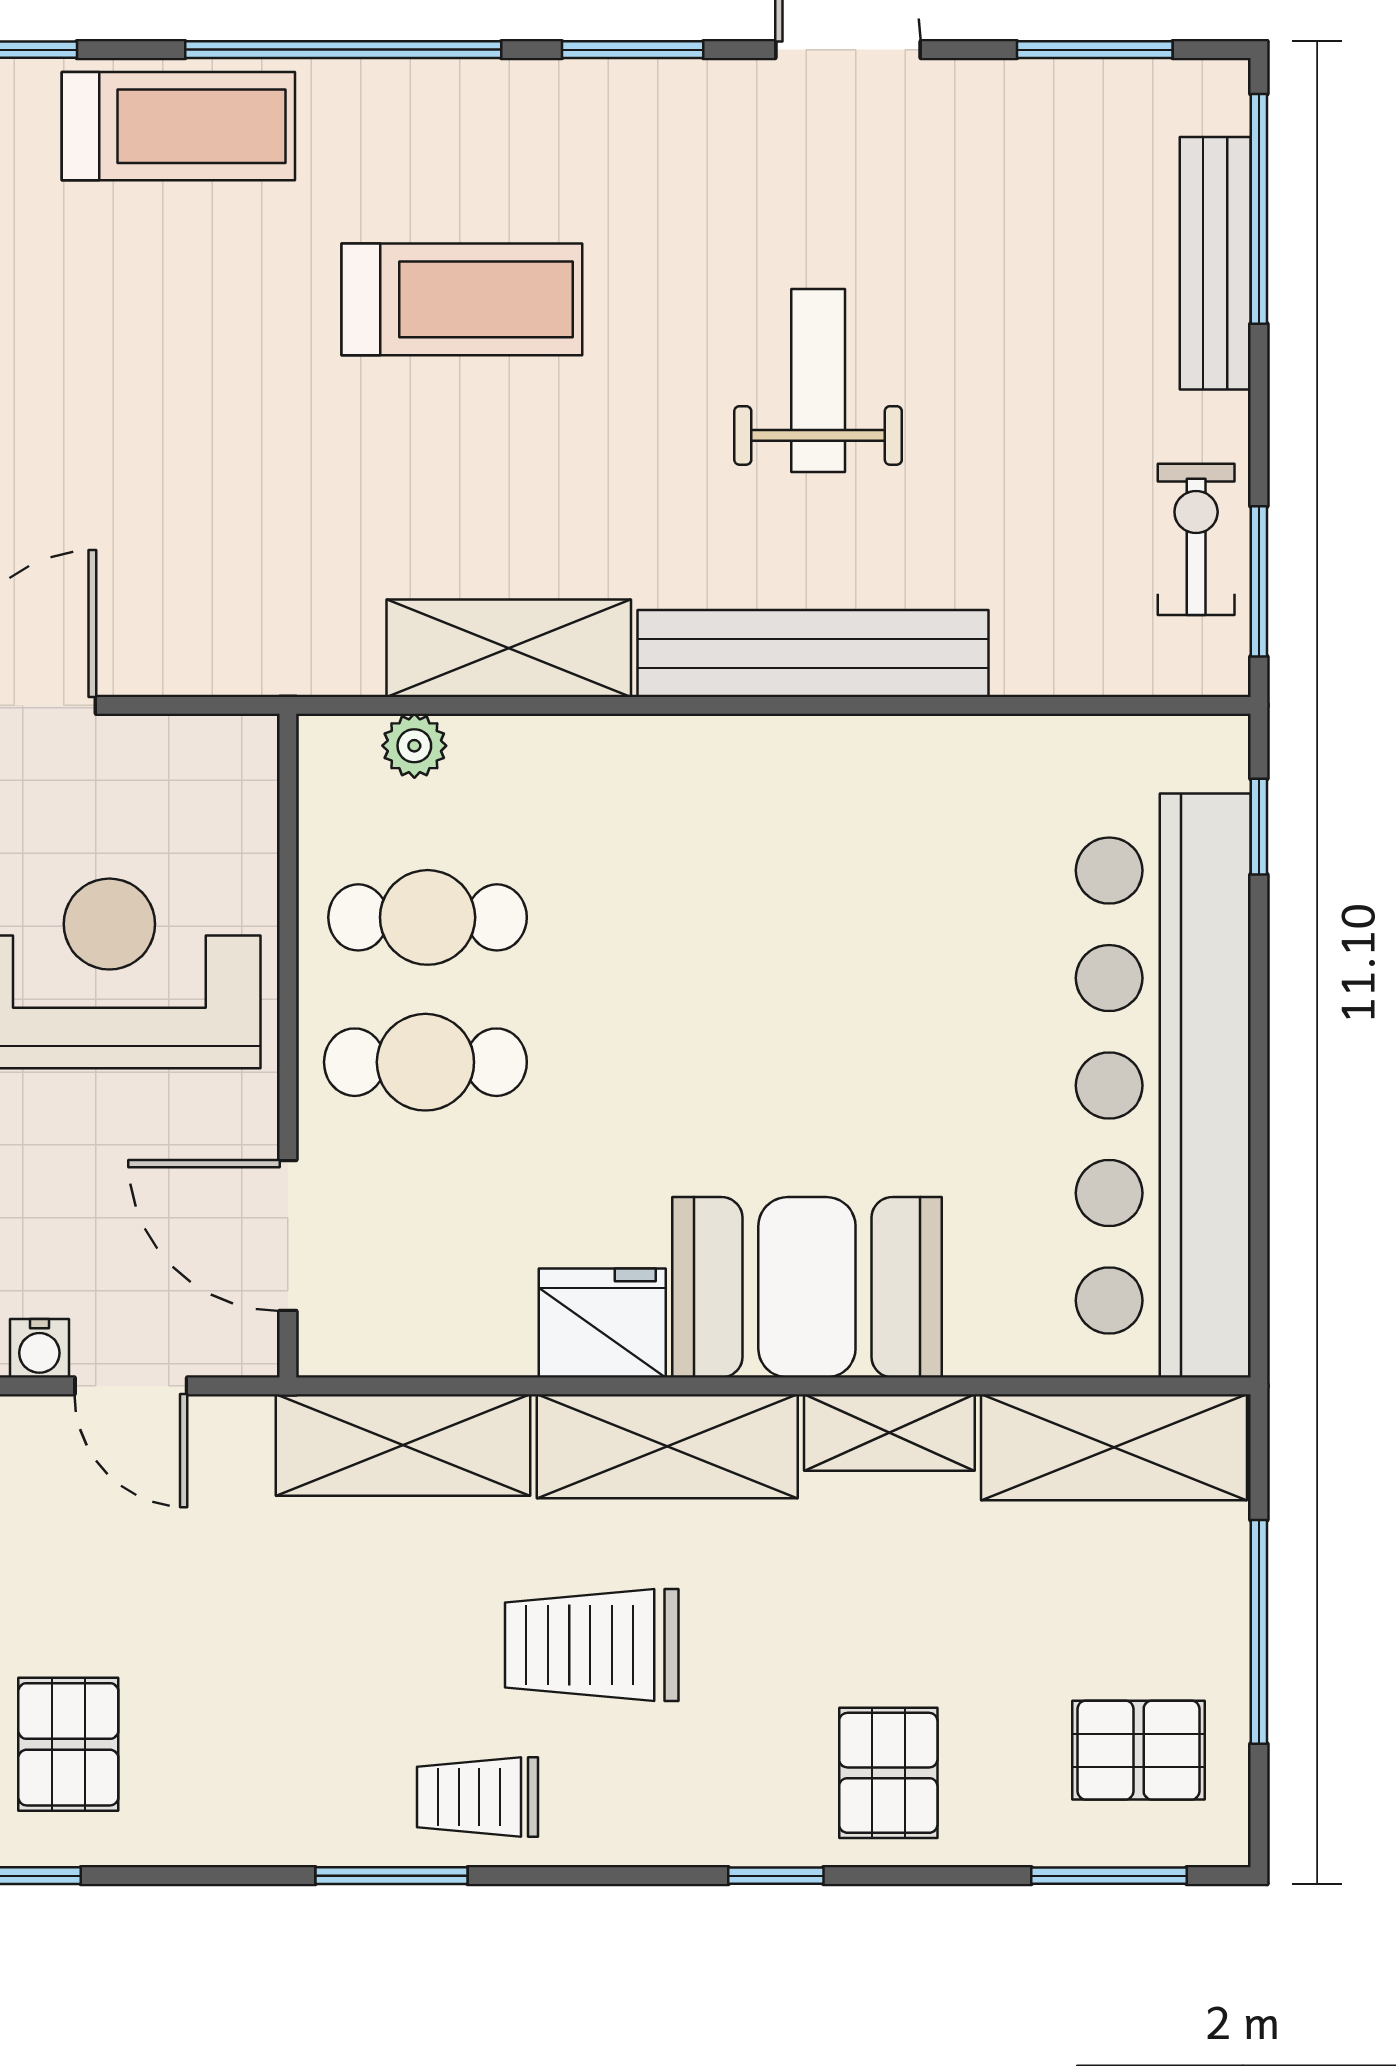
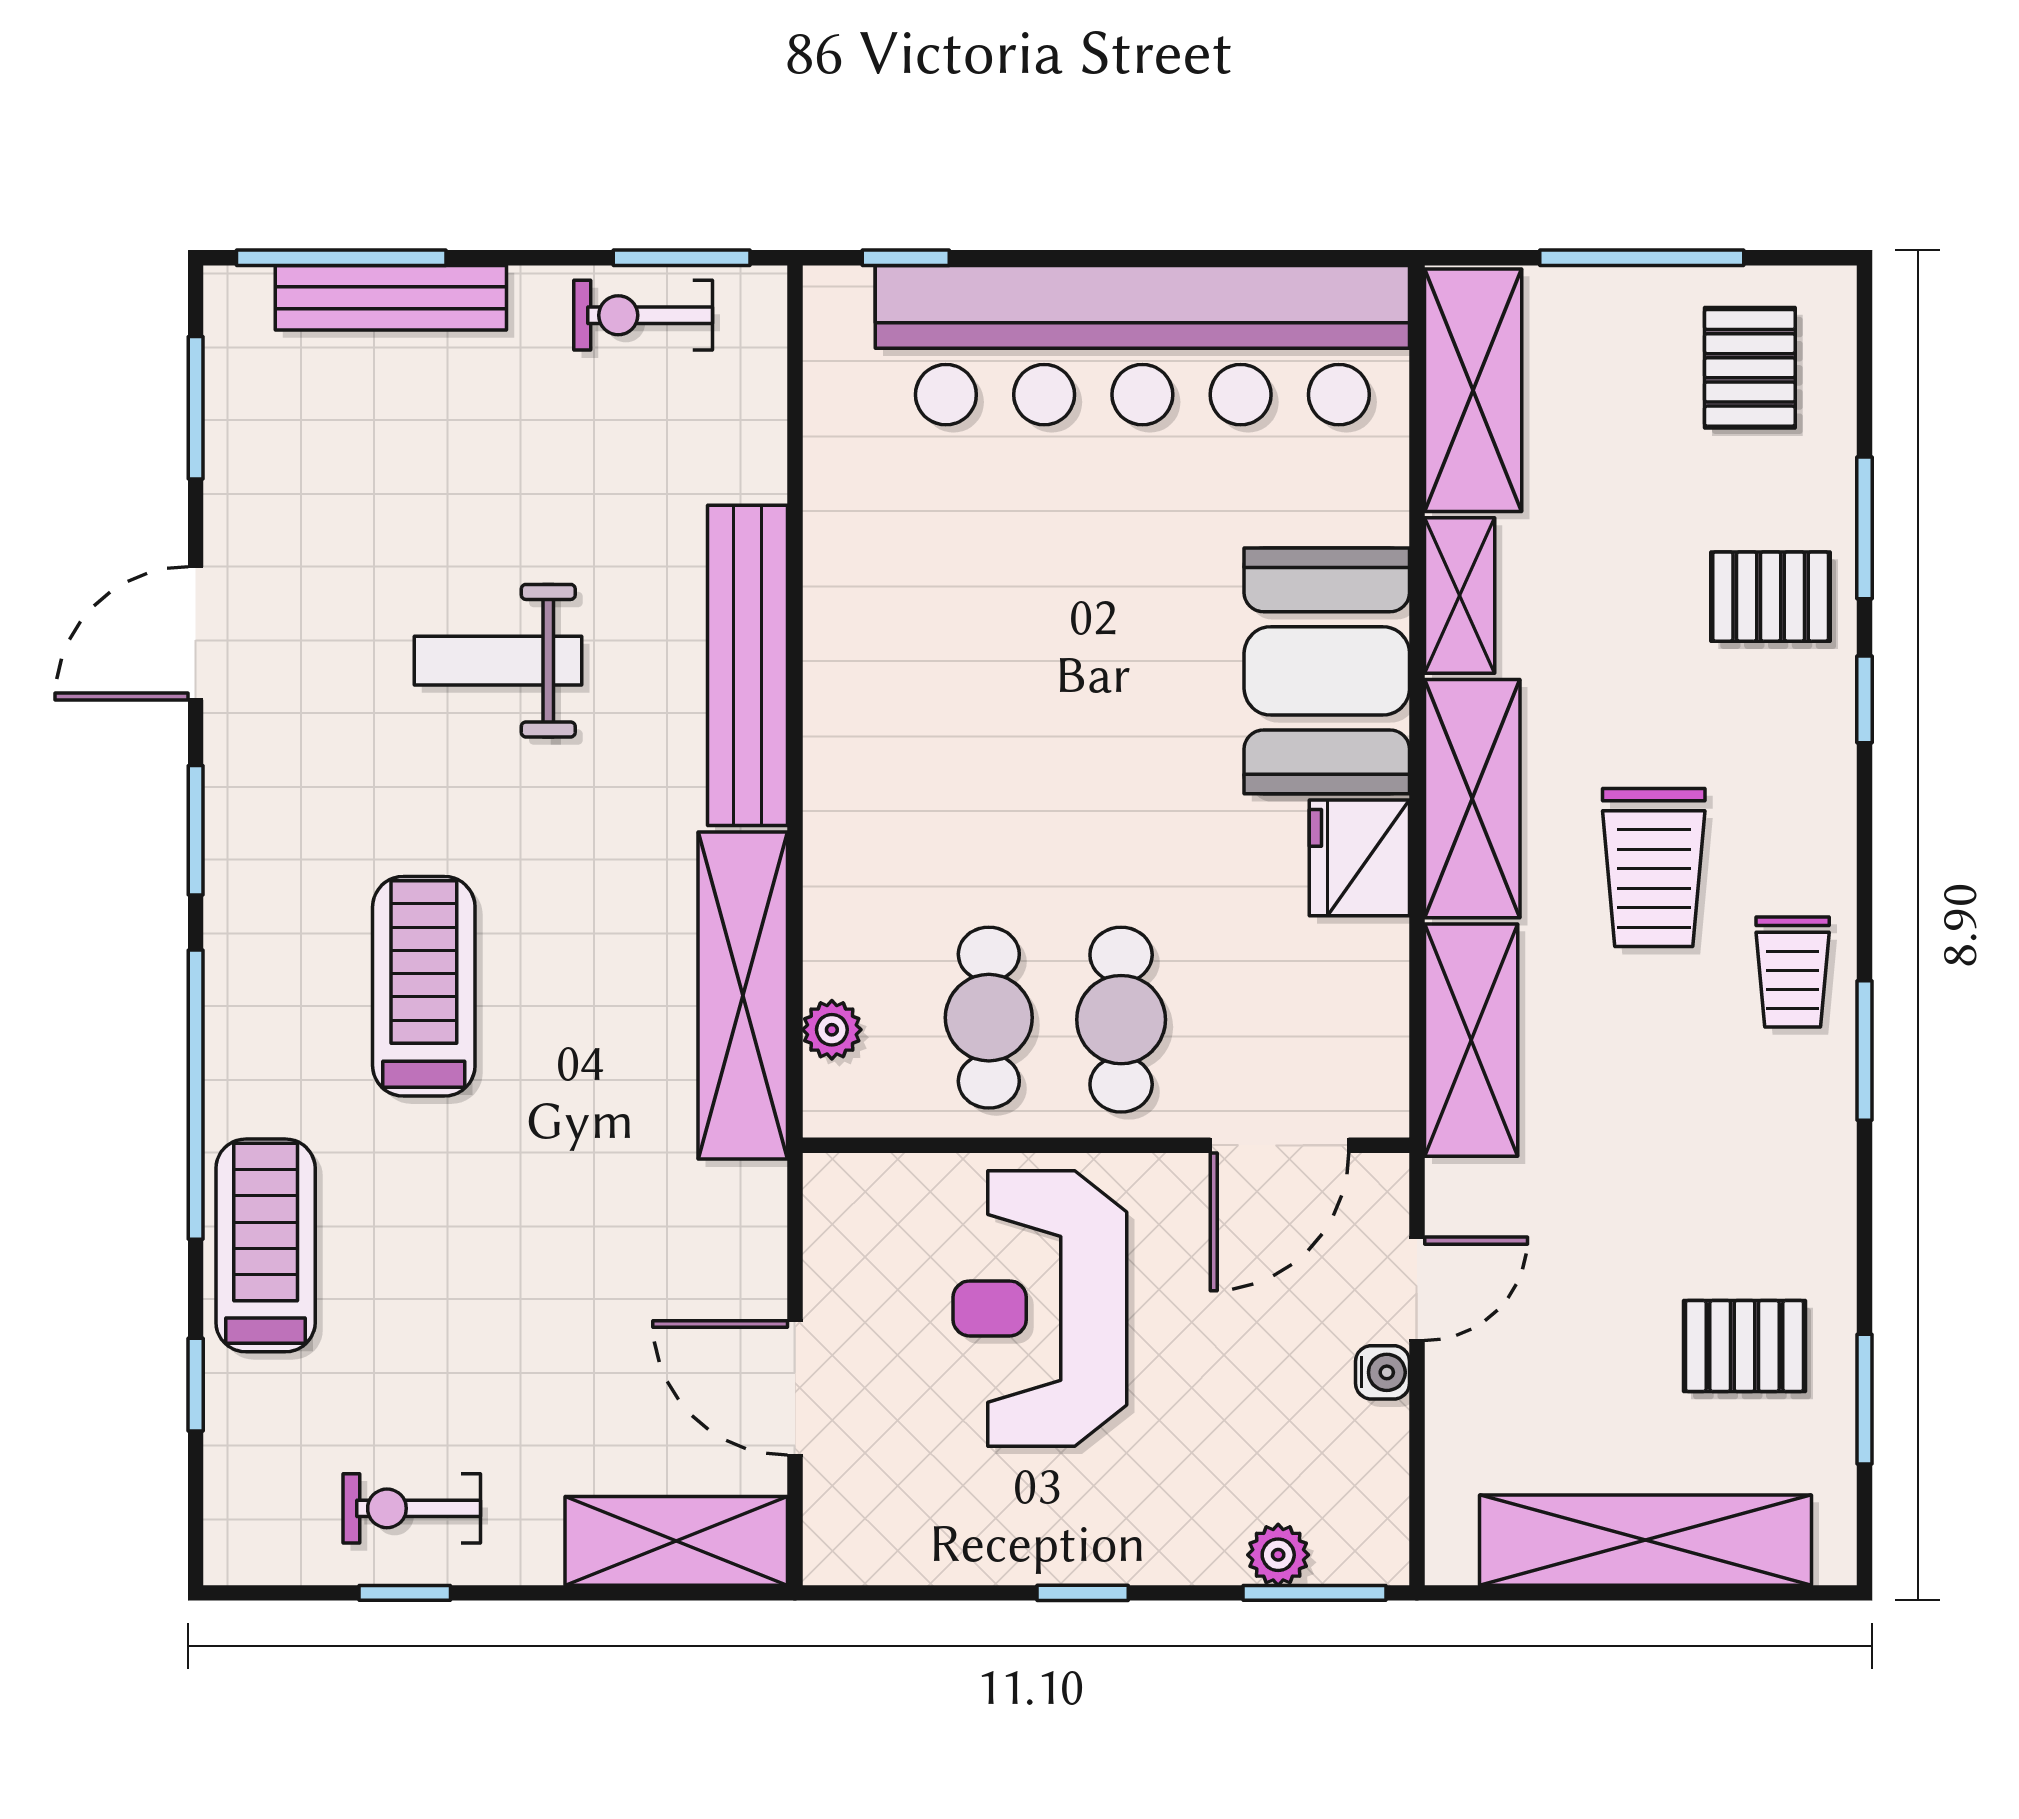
shelving: (509, 648) -> (743, 995), width x1.47
window: (1109, 1876) -> (1864, 528), moved

